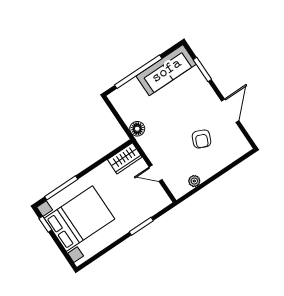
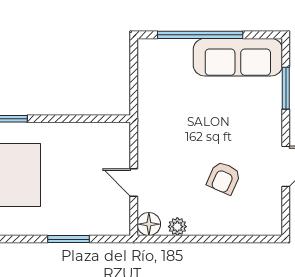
floor lamp: (137, 129) -> (149, 224), moved
wardrobe: (125, 158) -> (107, 136), removed

